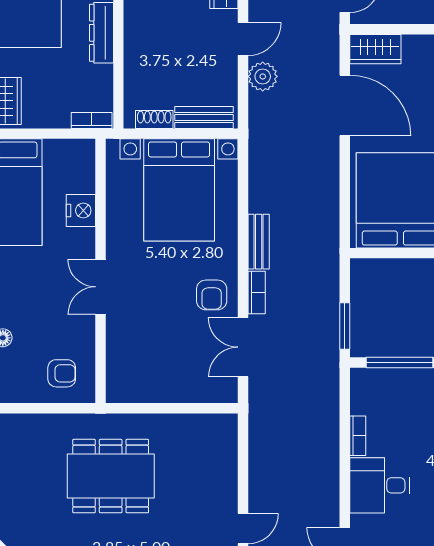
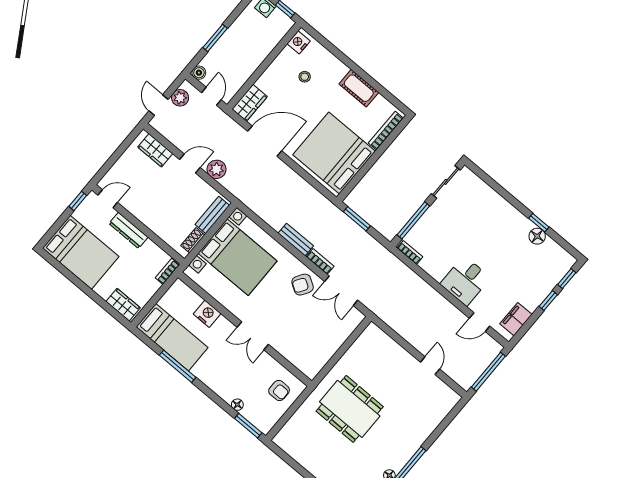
door: (243, 39) -> (190, 163), hinge flipped
armchair: (212, 295) -> (303, 285), turned 122
window: (345, 326) -> (357, 219), moved
armchair: (62, 373) -> (279, 390), turned 90
bookcase: (358, 436) -> (410, 252), moved
dining table: (111, 476) -> (350, 409), turned 90

